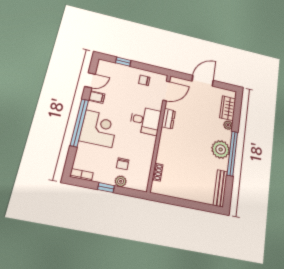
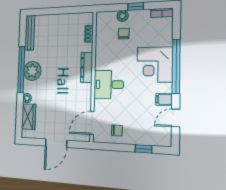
dresser: (168, 119) -> (87, 67), moved, width x1.44

